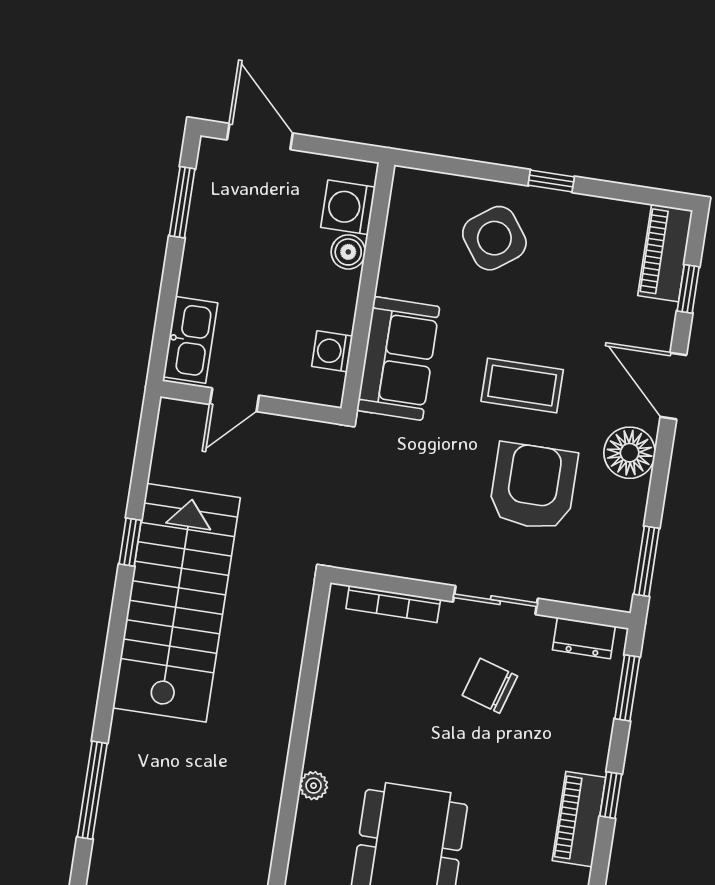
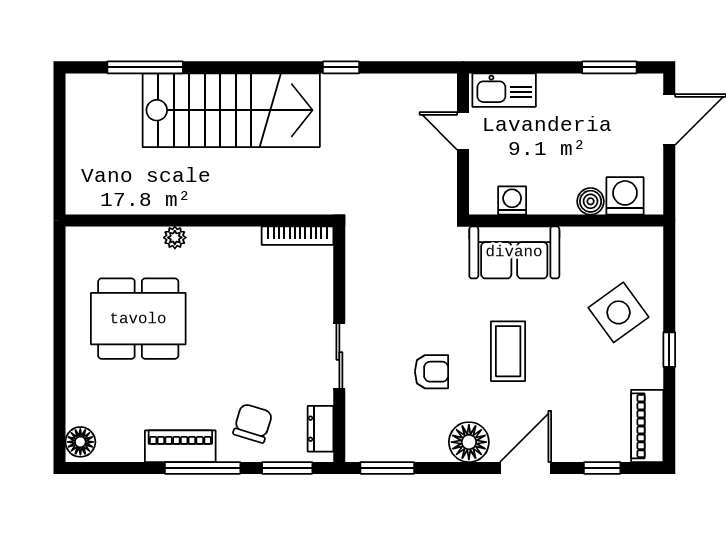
piano: (665, 253) -> (647, 426), moved, turned -90
armchair: (533, 486) -> (431, 372), width x0.53, depth x0.53
stairs: (176, 603) -> (231, 110), moved
bookcase: (393, 604) -> (298, 236), moved, turned -90
chair: (490, 686) -> (253, 423), moved
window: (611, 795) -> (203, 468), width x2.17

